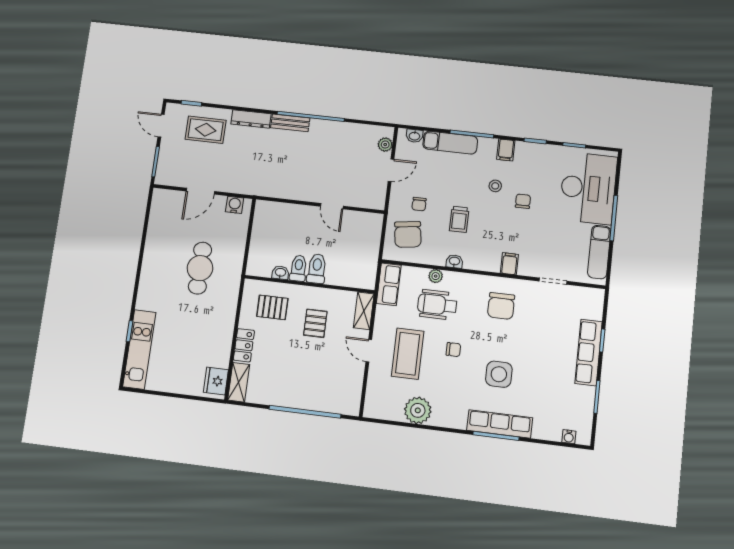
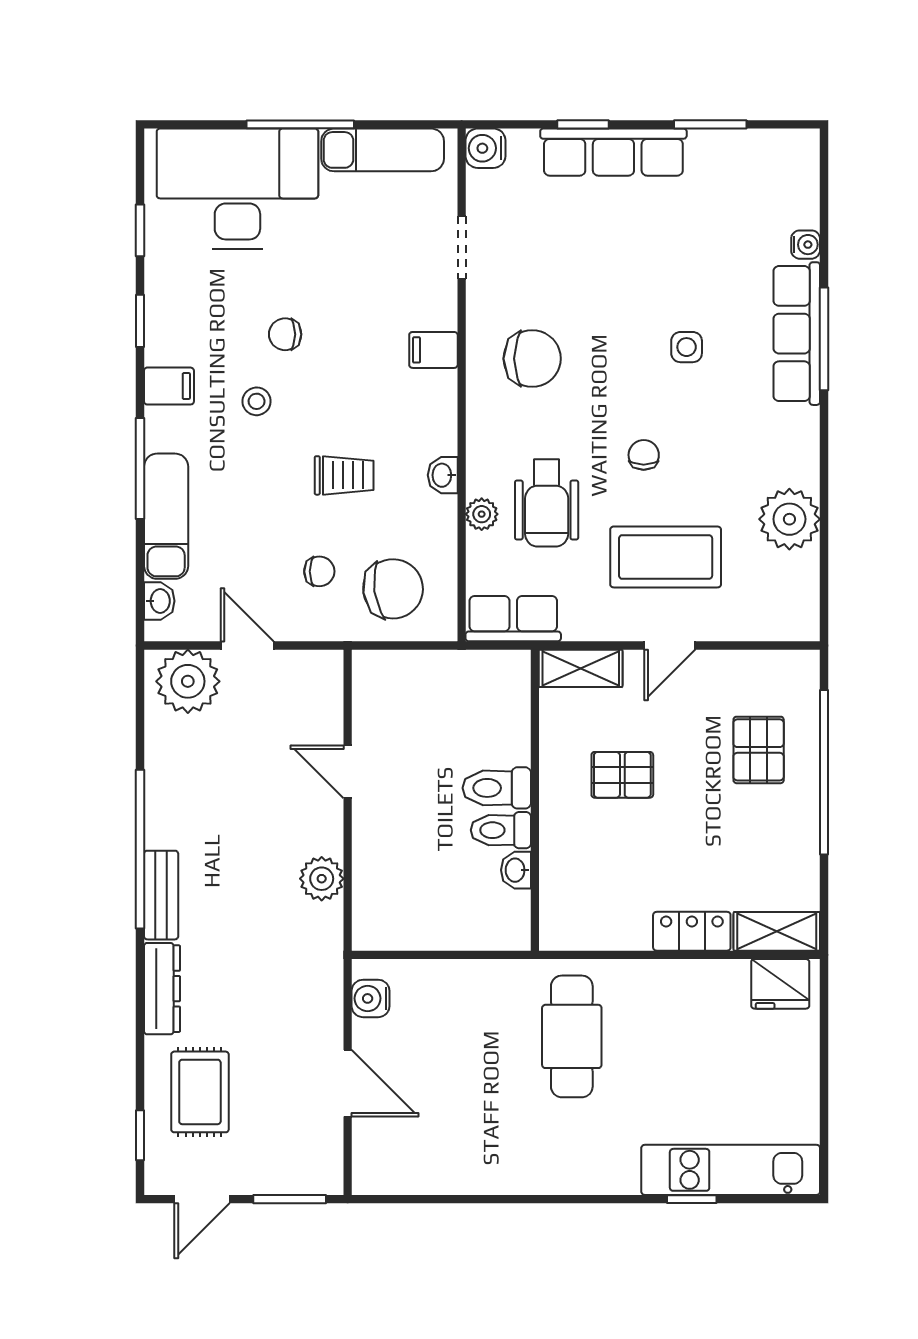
plant: (385, 145) -> (188, 681), width x1.88, depth x1.88
plant: (288, 190) -> (322, 879), added
door: (332, 206) -> (348, 772), swing flipped
cafe table: (200, 268) -> (572, 1036), moved, turned 90
water cooler: (596, 297) -> (485, 148), added
pallet: (272, 307) -> (759, 750), moved
side table: (499, 374) -> (687, 347), width x0.54, depth x0.54
water cooler: (569, 437) -> (806, 245), moved

